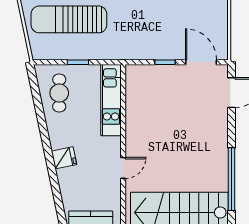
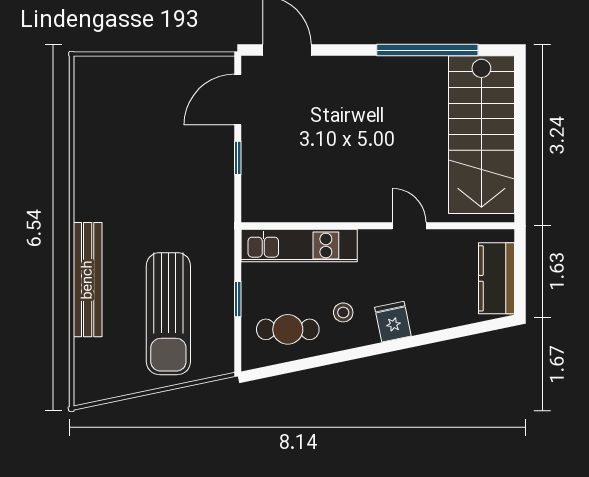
stool: (70, 127) -> (343, 312), added

